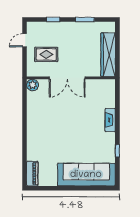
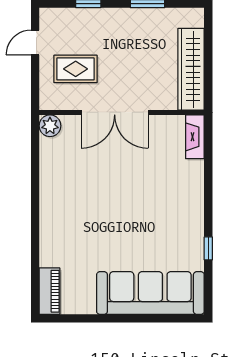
fireplace: (110, 120) -> (195, 137), moved

